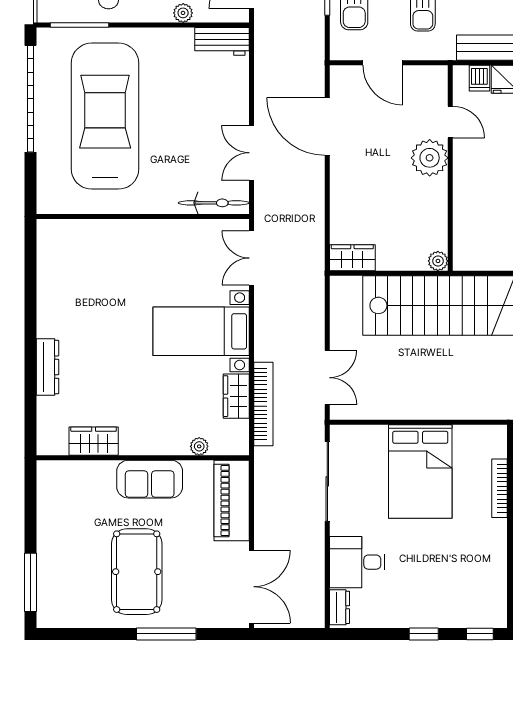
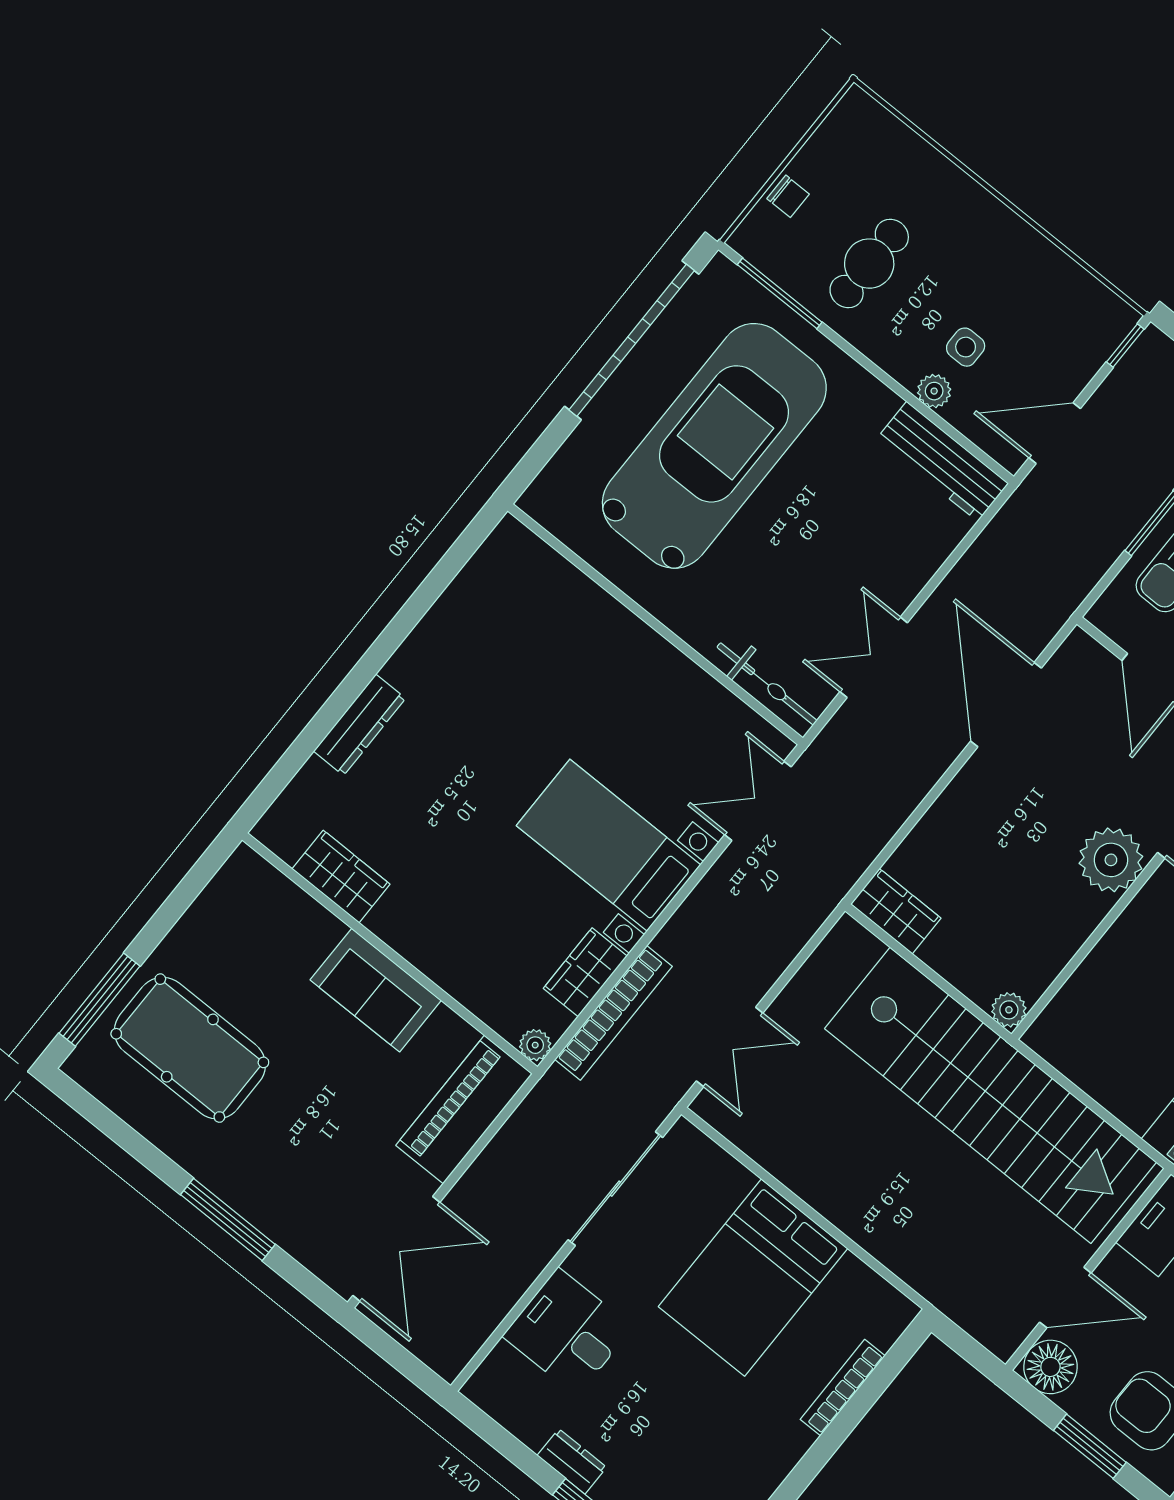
workbench: (222, 41) -> (942, 461), width x1.38
plant: (199, 446) -> (535, 1045), moved
pool table: (137, 572) -> (190, 1048), moved, turned 90
dresser: (340, 607) -> (572, 1461), moved, turned -90

